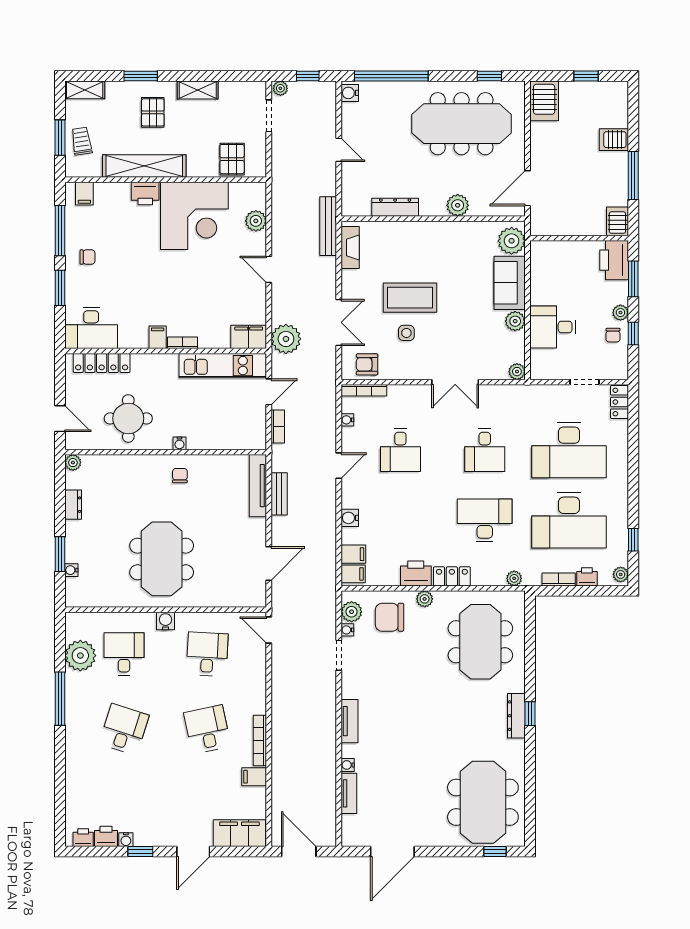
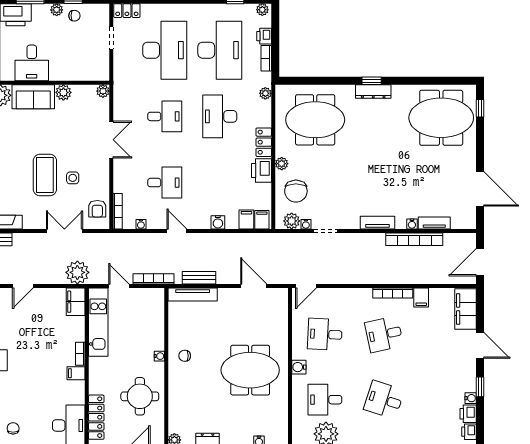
desk: (553, 327) -> (32, 63), moved
bookcase: (278, 426) -> (153, 279), width x1.56
bookcase: (328, 768) -> (414, 239), added

